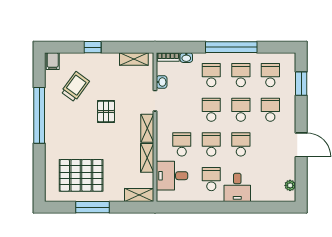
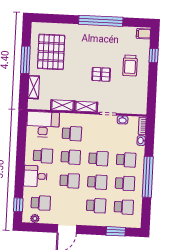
window: (93, 47) -> (154, 56), moved
shelving: (134, 59) -> (142, 99), removed
trolley: (75, 87) -> (130, 66), moved, turned 54
desk: (172, 176) -> (43, 124), width x1.37
school desk: (270, 179) -> (41, 203), added
shelving: (139, 195) -> (34, 87), moved
window: (274, 207) -> (18, 205), added

